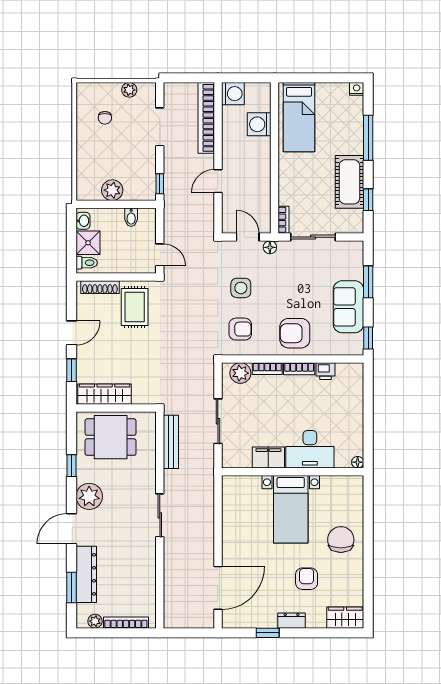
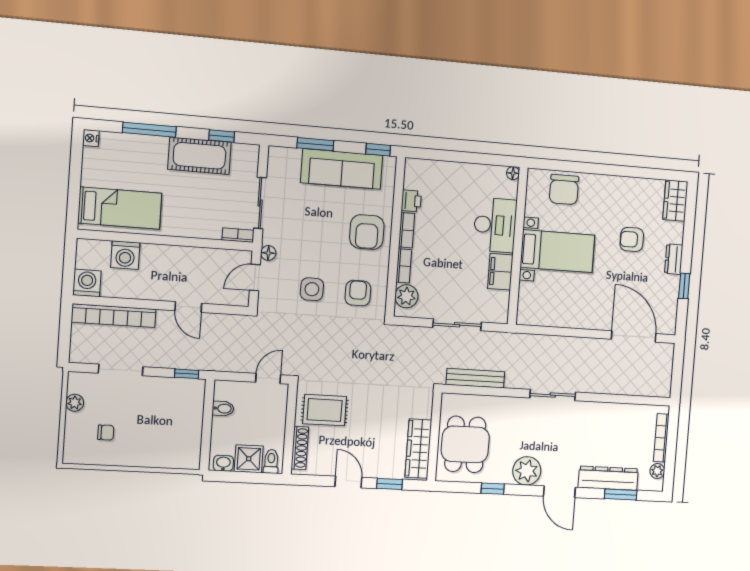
plant: (112, 190) -> (191, 428), removed
sofa: (348, 307) -> (342, 169), width x1.36
chair: (341, 540) -> (564, 189), moved, turned -90

